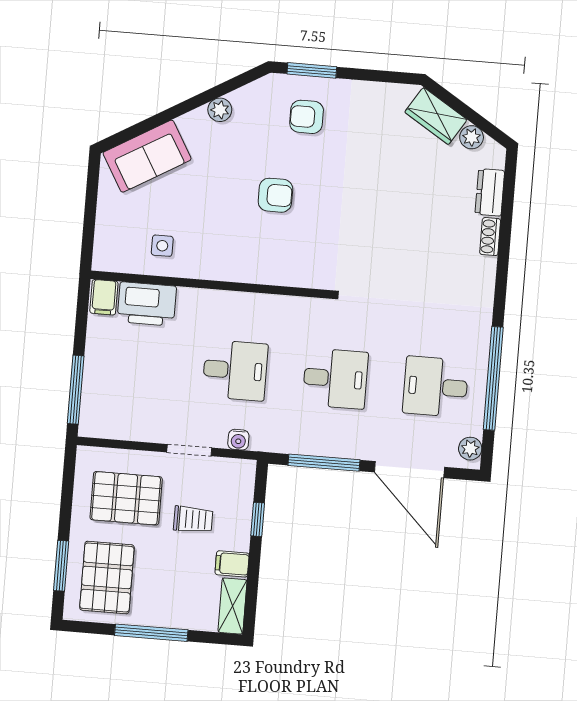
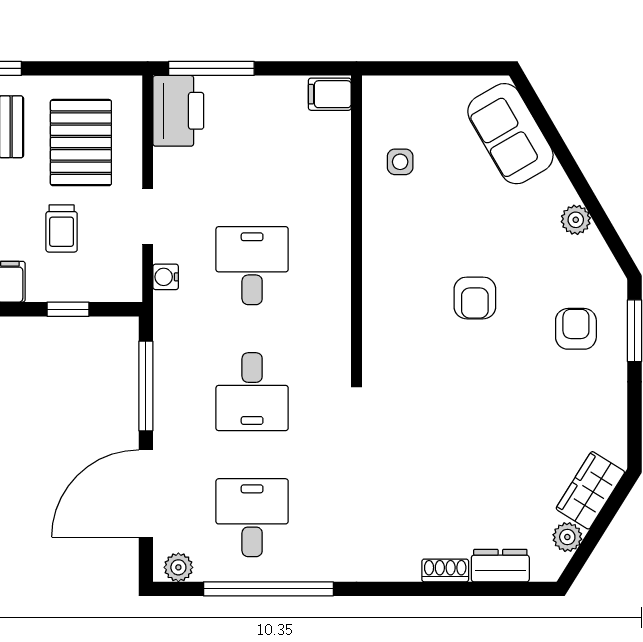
printer: (147, 304) -> (178, 111), moved, turned 180
desk: (235, 370) -> (252, 266), turned 180

